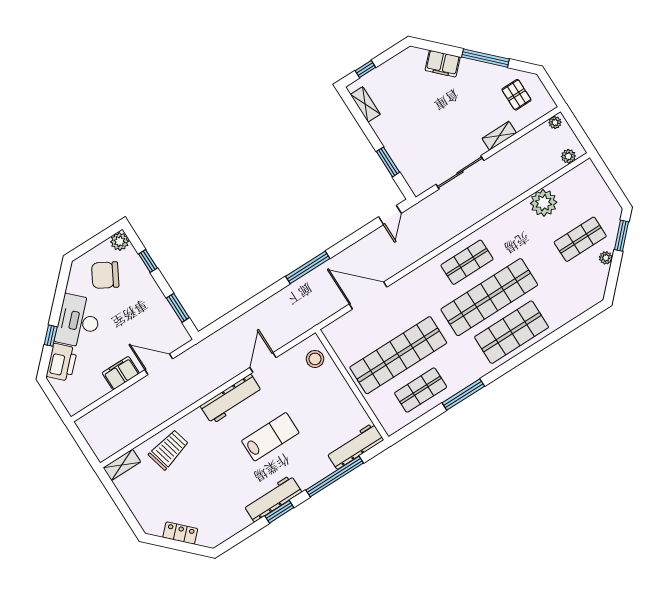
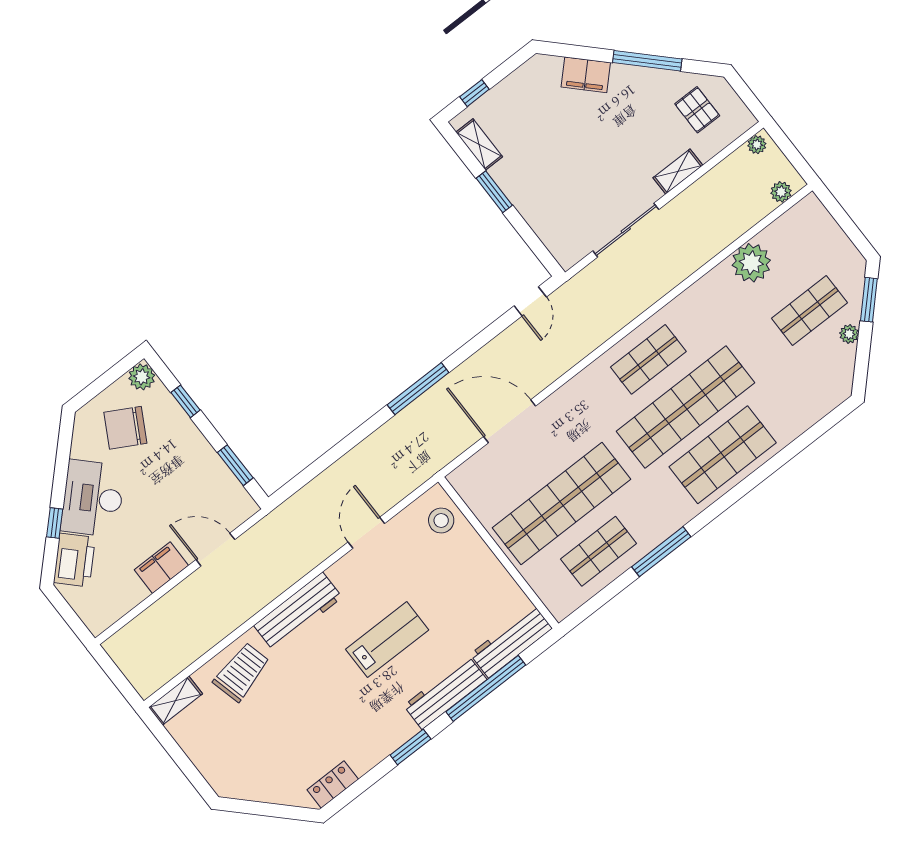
window: (388, 162) -> (494, 192), moved
workbench: (231, 399) -> (298, 612), moved
workbench: (273, 498) -> (445, 693), moved
locker: (180, 533) -> (333, 785), moved, turned -45

